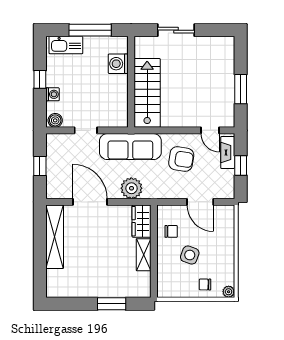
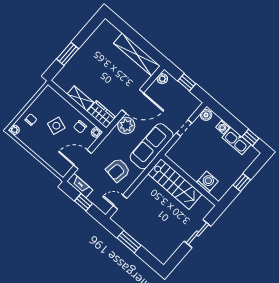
window: (90, 30) -> (242, 182), width x0.46
kitchen sink: (66, 45) -> (236, 141), moved, turned -90
window: (40, 79) -> (250, 137), moved
fireplace: (228, 153) -> (80, 186), moved
plant: (57, 192) -> (162, 79), added
door: (90, 202) -> (133, 101), moved
plant: (163, 211) -> (96, 132), added

